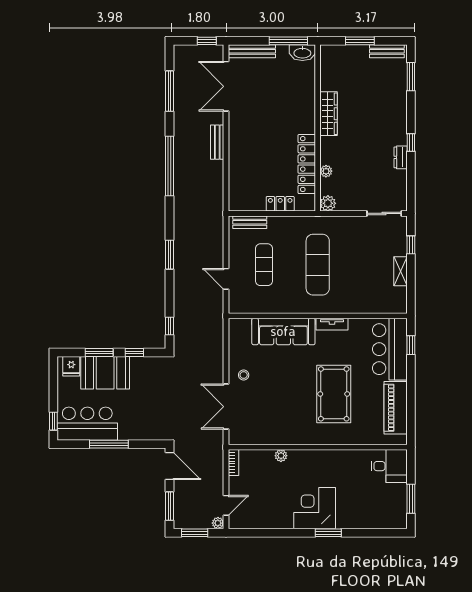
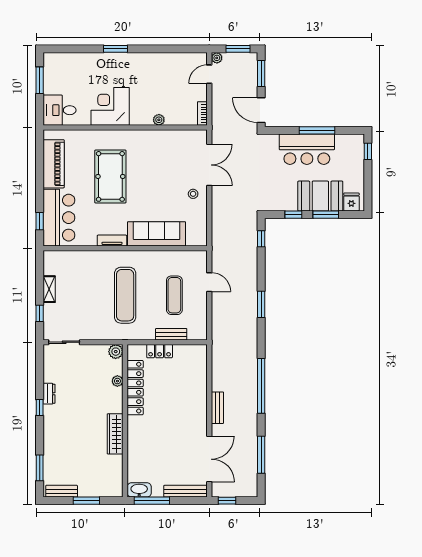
bench: (250, 222) -> (171, 334), moved
bar counter: (87, 424) -> (307, 149), moved
corner desk: (315, 508) -> (110, 106), moved, turned 180

